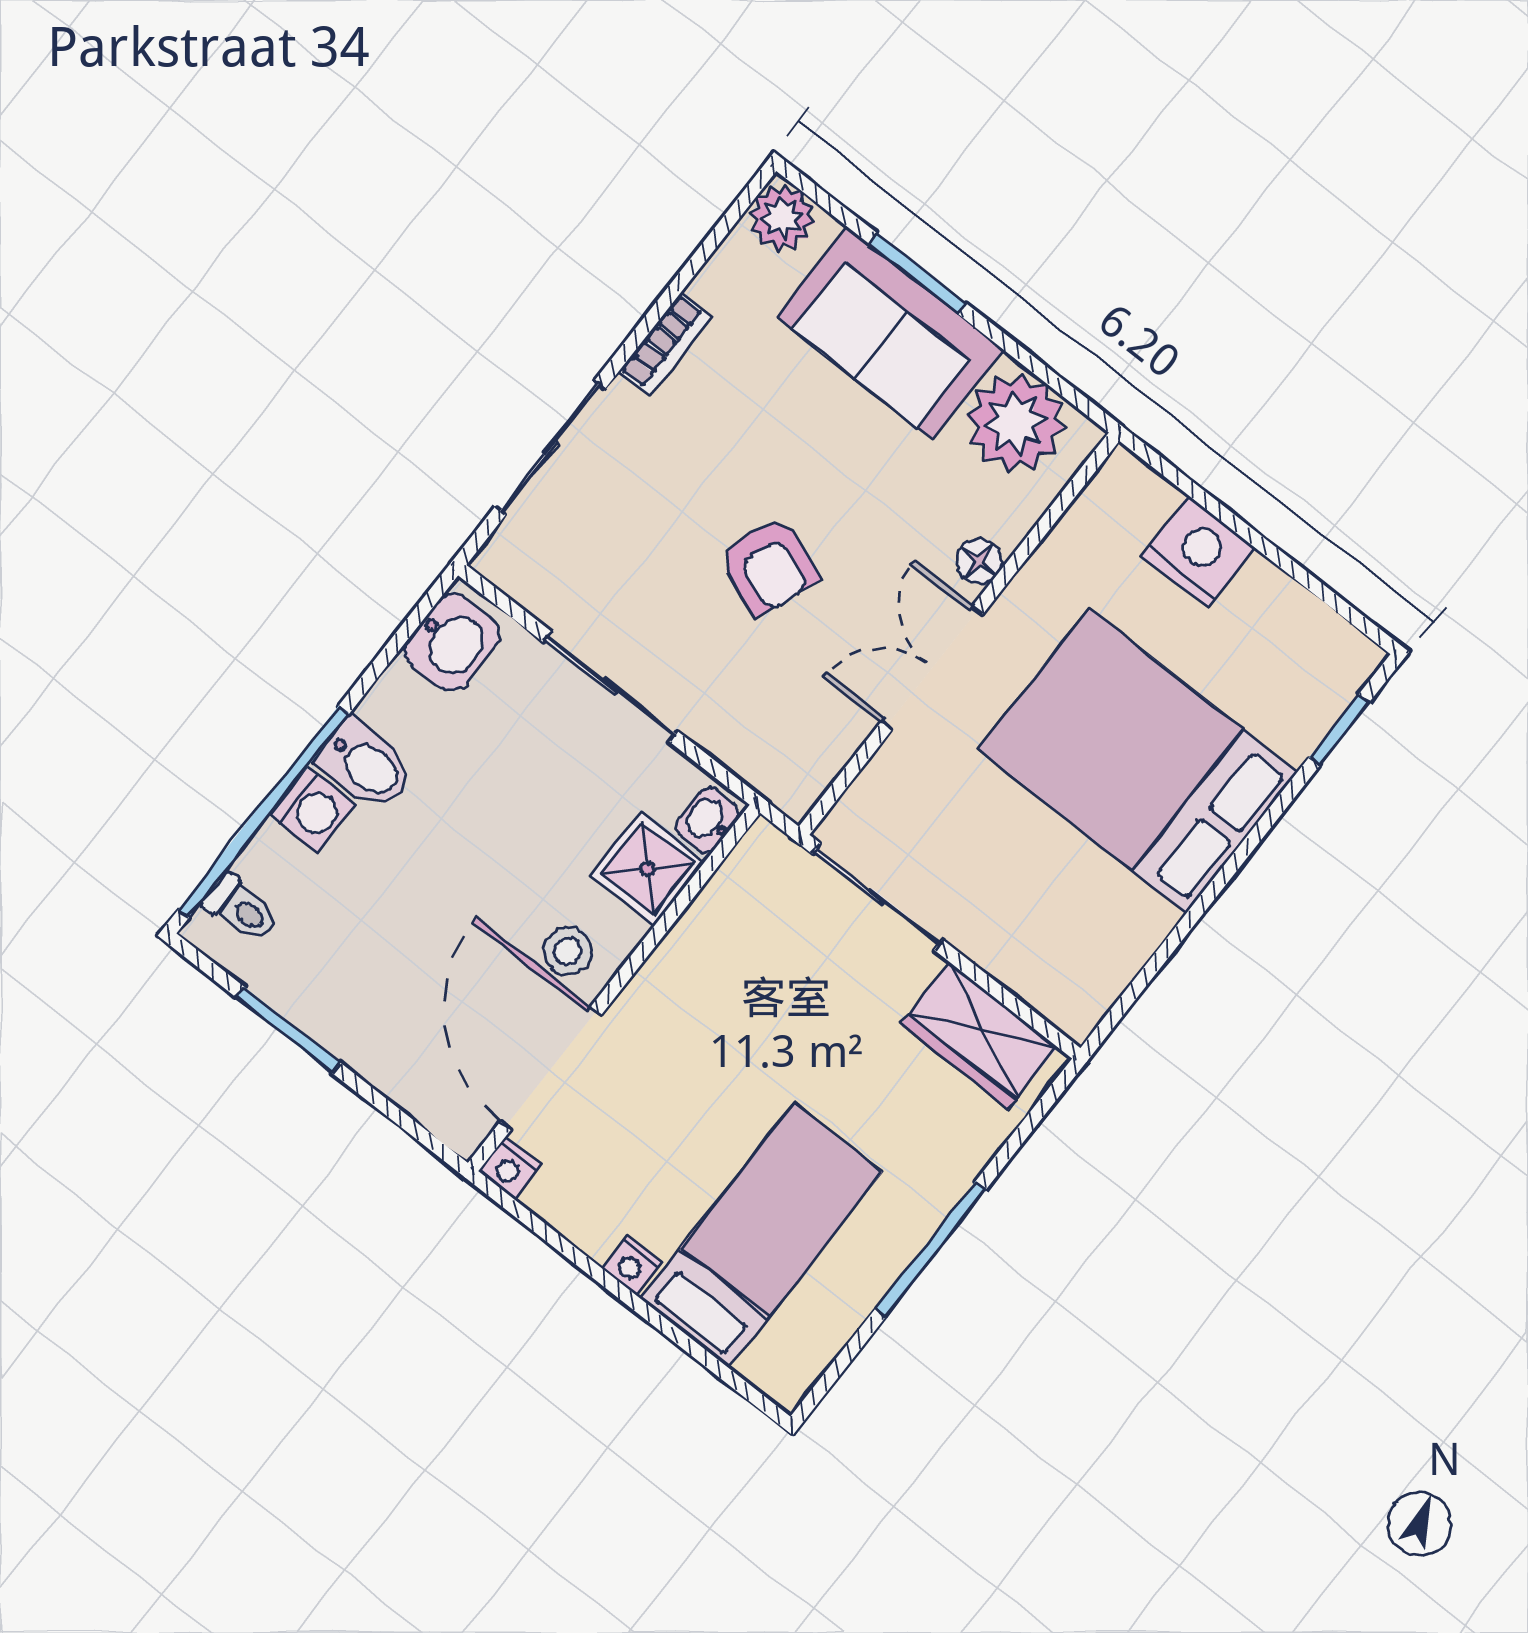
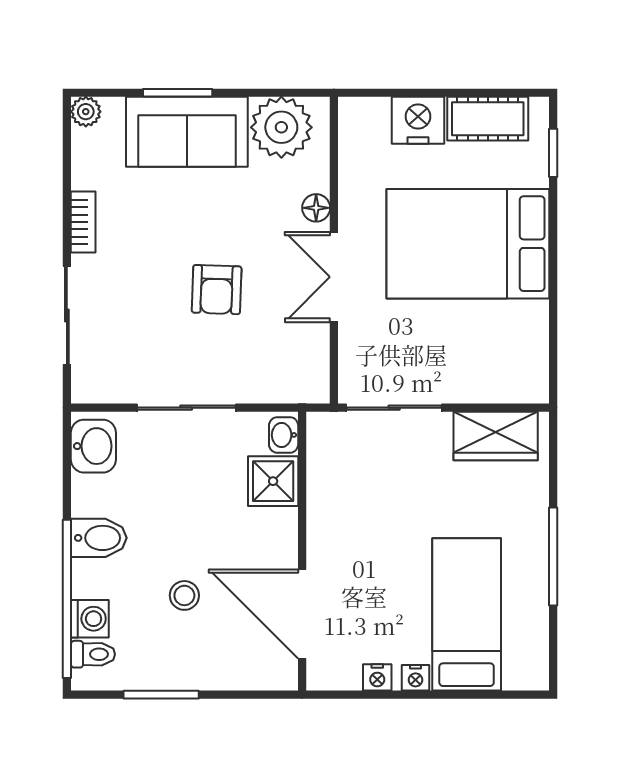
plant: (782, 218) -> (86, 112), width x0.73, depth x0.73
armchair: (769, 566) -> (217, 290), turned 71
cot: (1289, 620) -> (488, 119), added
washing machine: (313, 809) -> (90, 619), moved
stool: (568, 951) -> (184, 595), moved
nightstand: (510, 1168) -> (377, 677), moved

